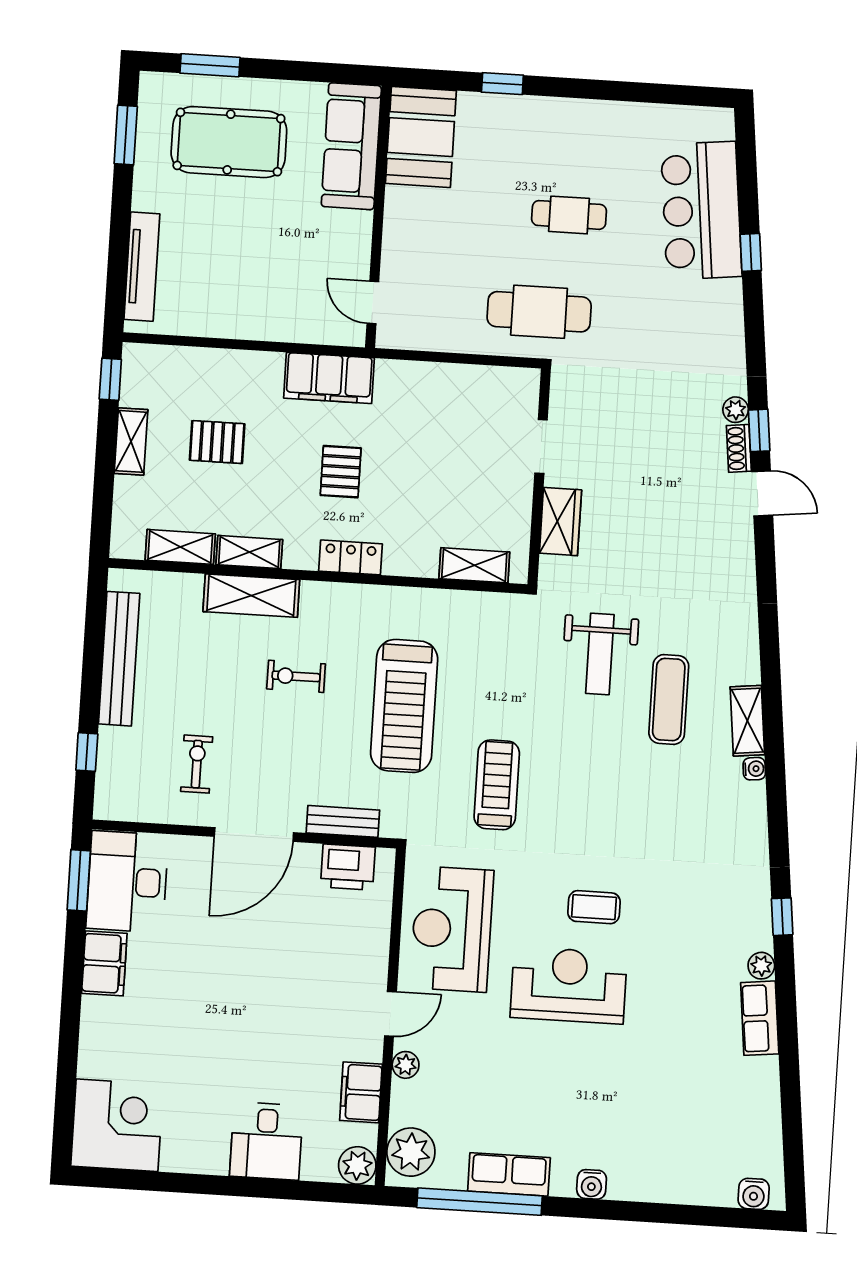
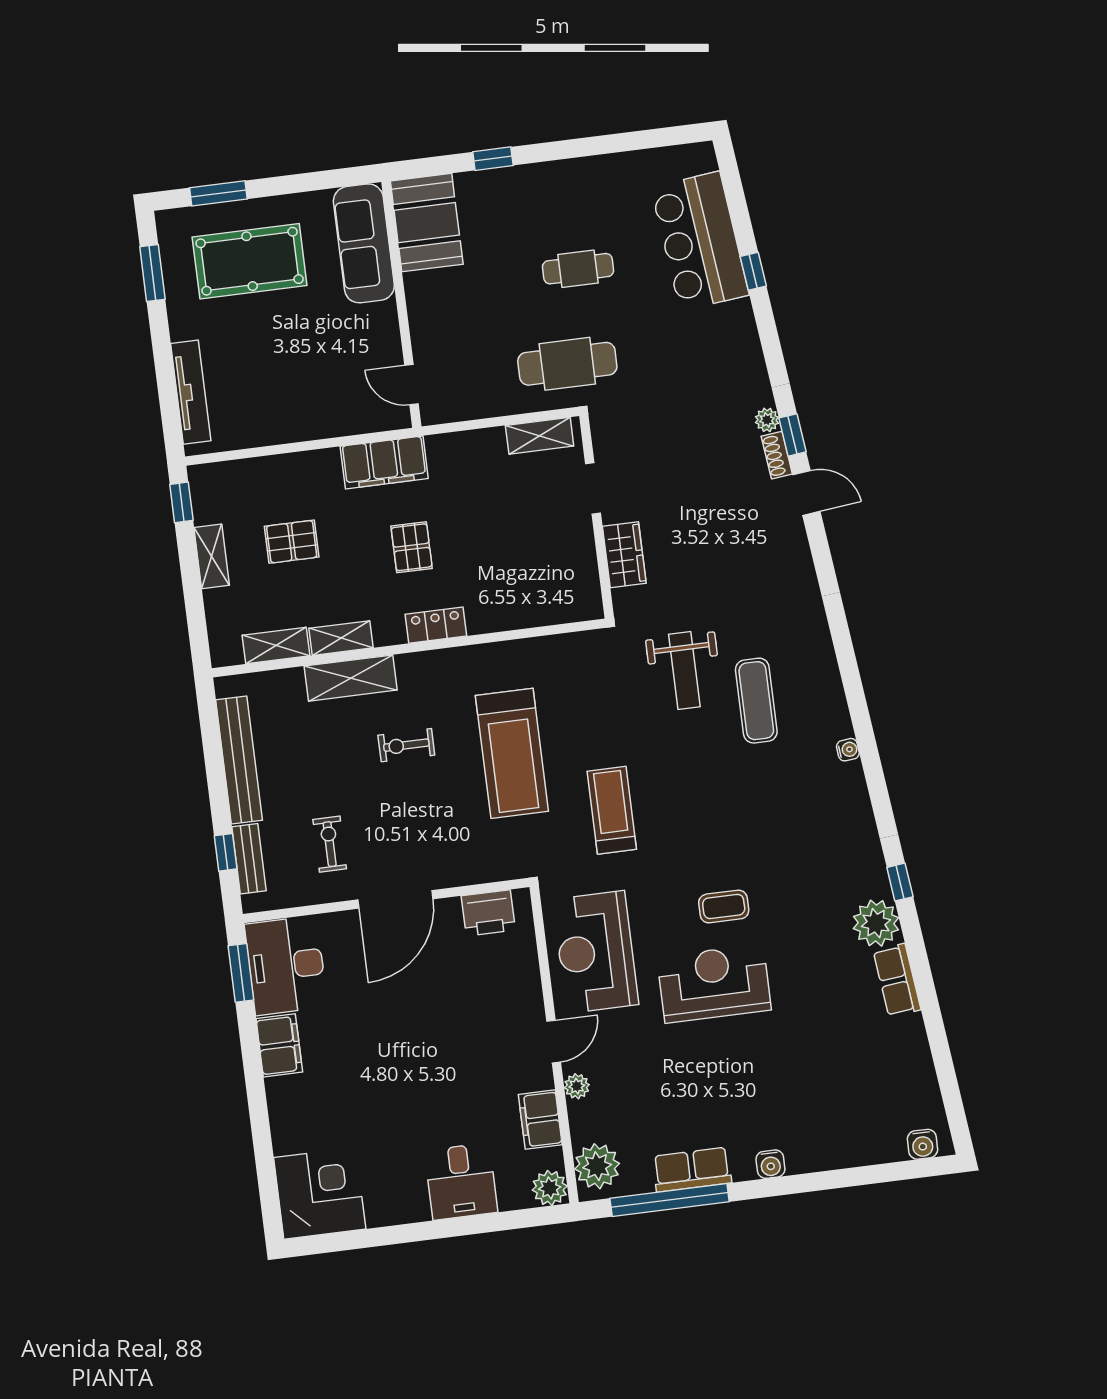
shelving: (474, 565) -> (540, 436), moved
shelving: (747, 721) -> (833, 706), removed
bench: (343, 821) -> (249, 859), moved, turned 90
plant: (761, 966) -> (876, 923), width x1.87, depth x1.87

